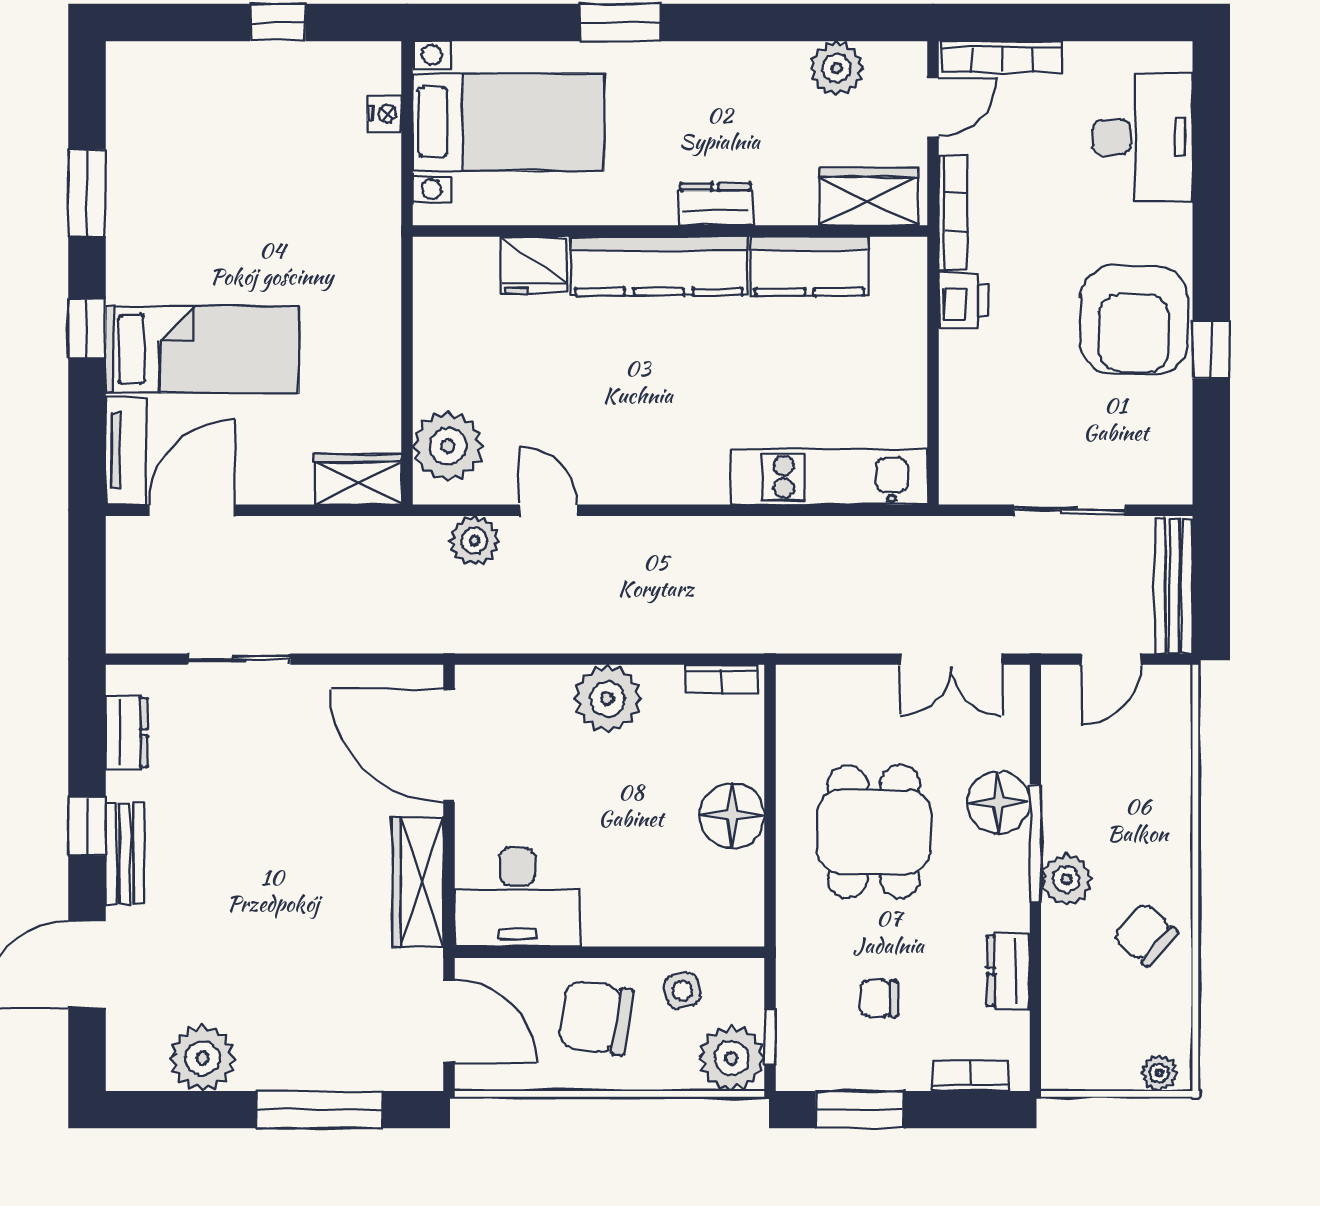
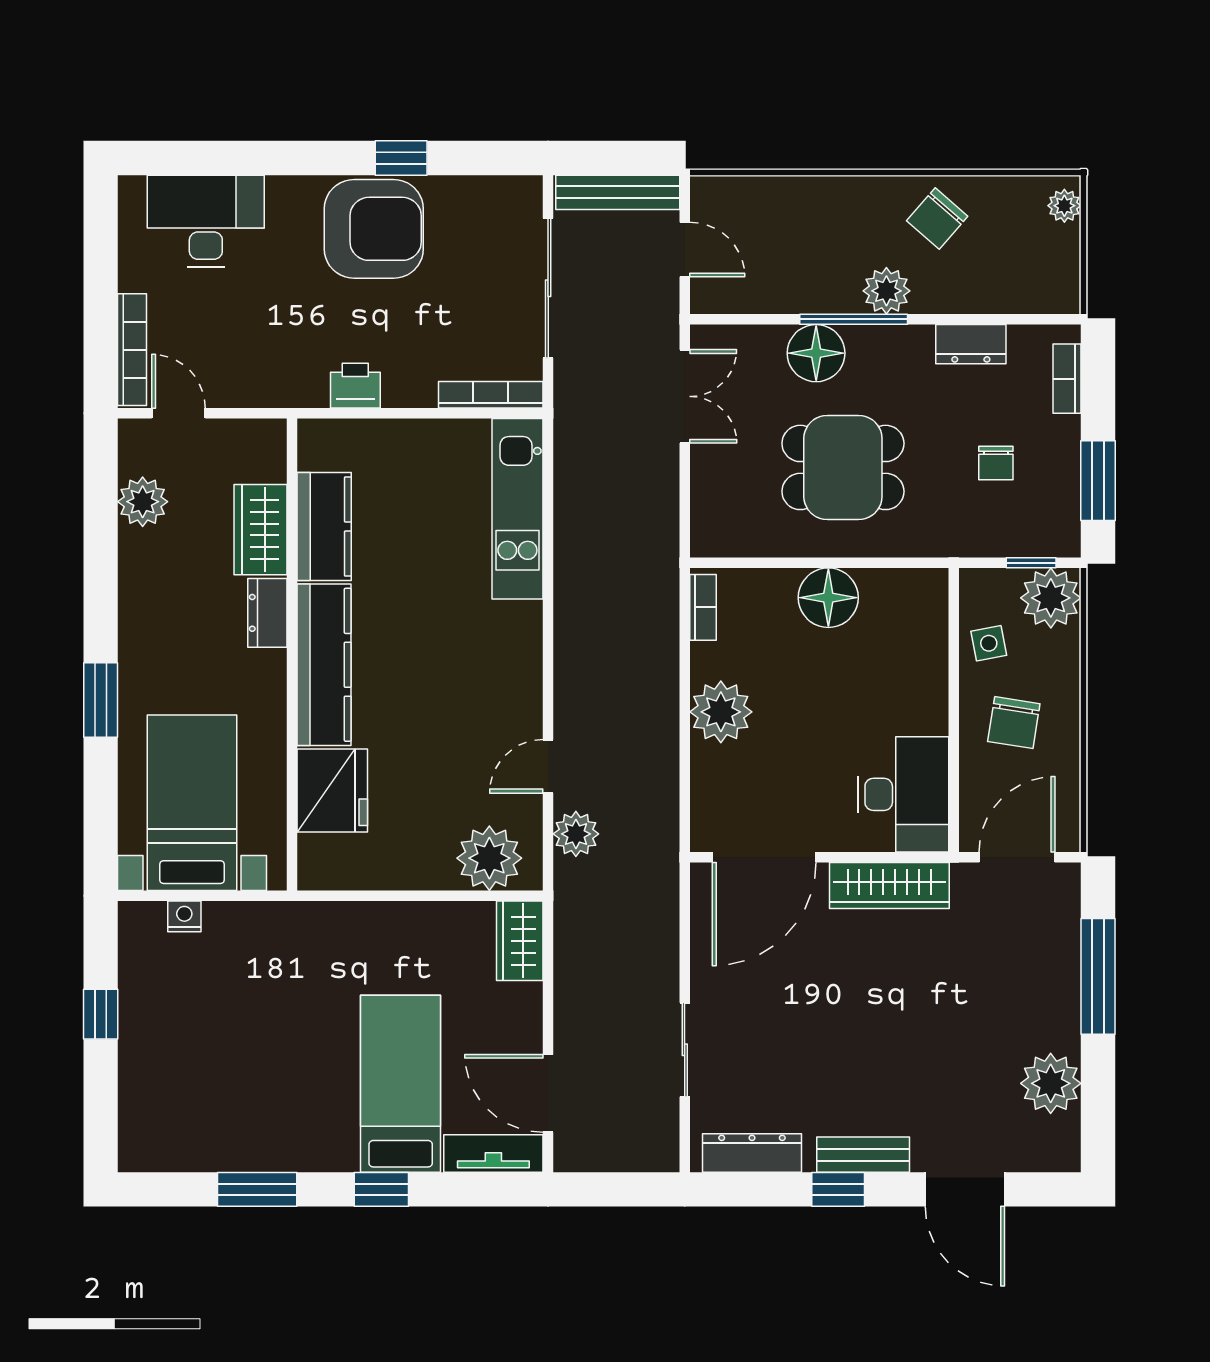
wardrobe: (869, 197) -> (261, 530), moved
bookcase: (953, 213) -> (491, 395), moved
fridge: (534, 265) -> (332, 791), width x1.36, depth x1.34
sliding door: (1069, 510) -> (548, 288), width x1.37
dresser: (127, 732) -> (752, 1153), width x1.44
chair: (596, 1018) -> (1014, 723), width x0.73, depth x0.73

